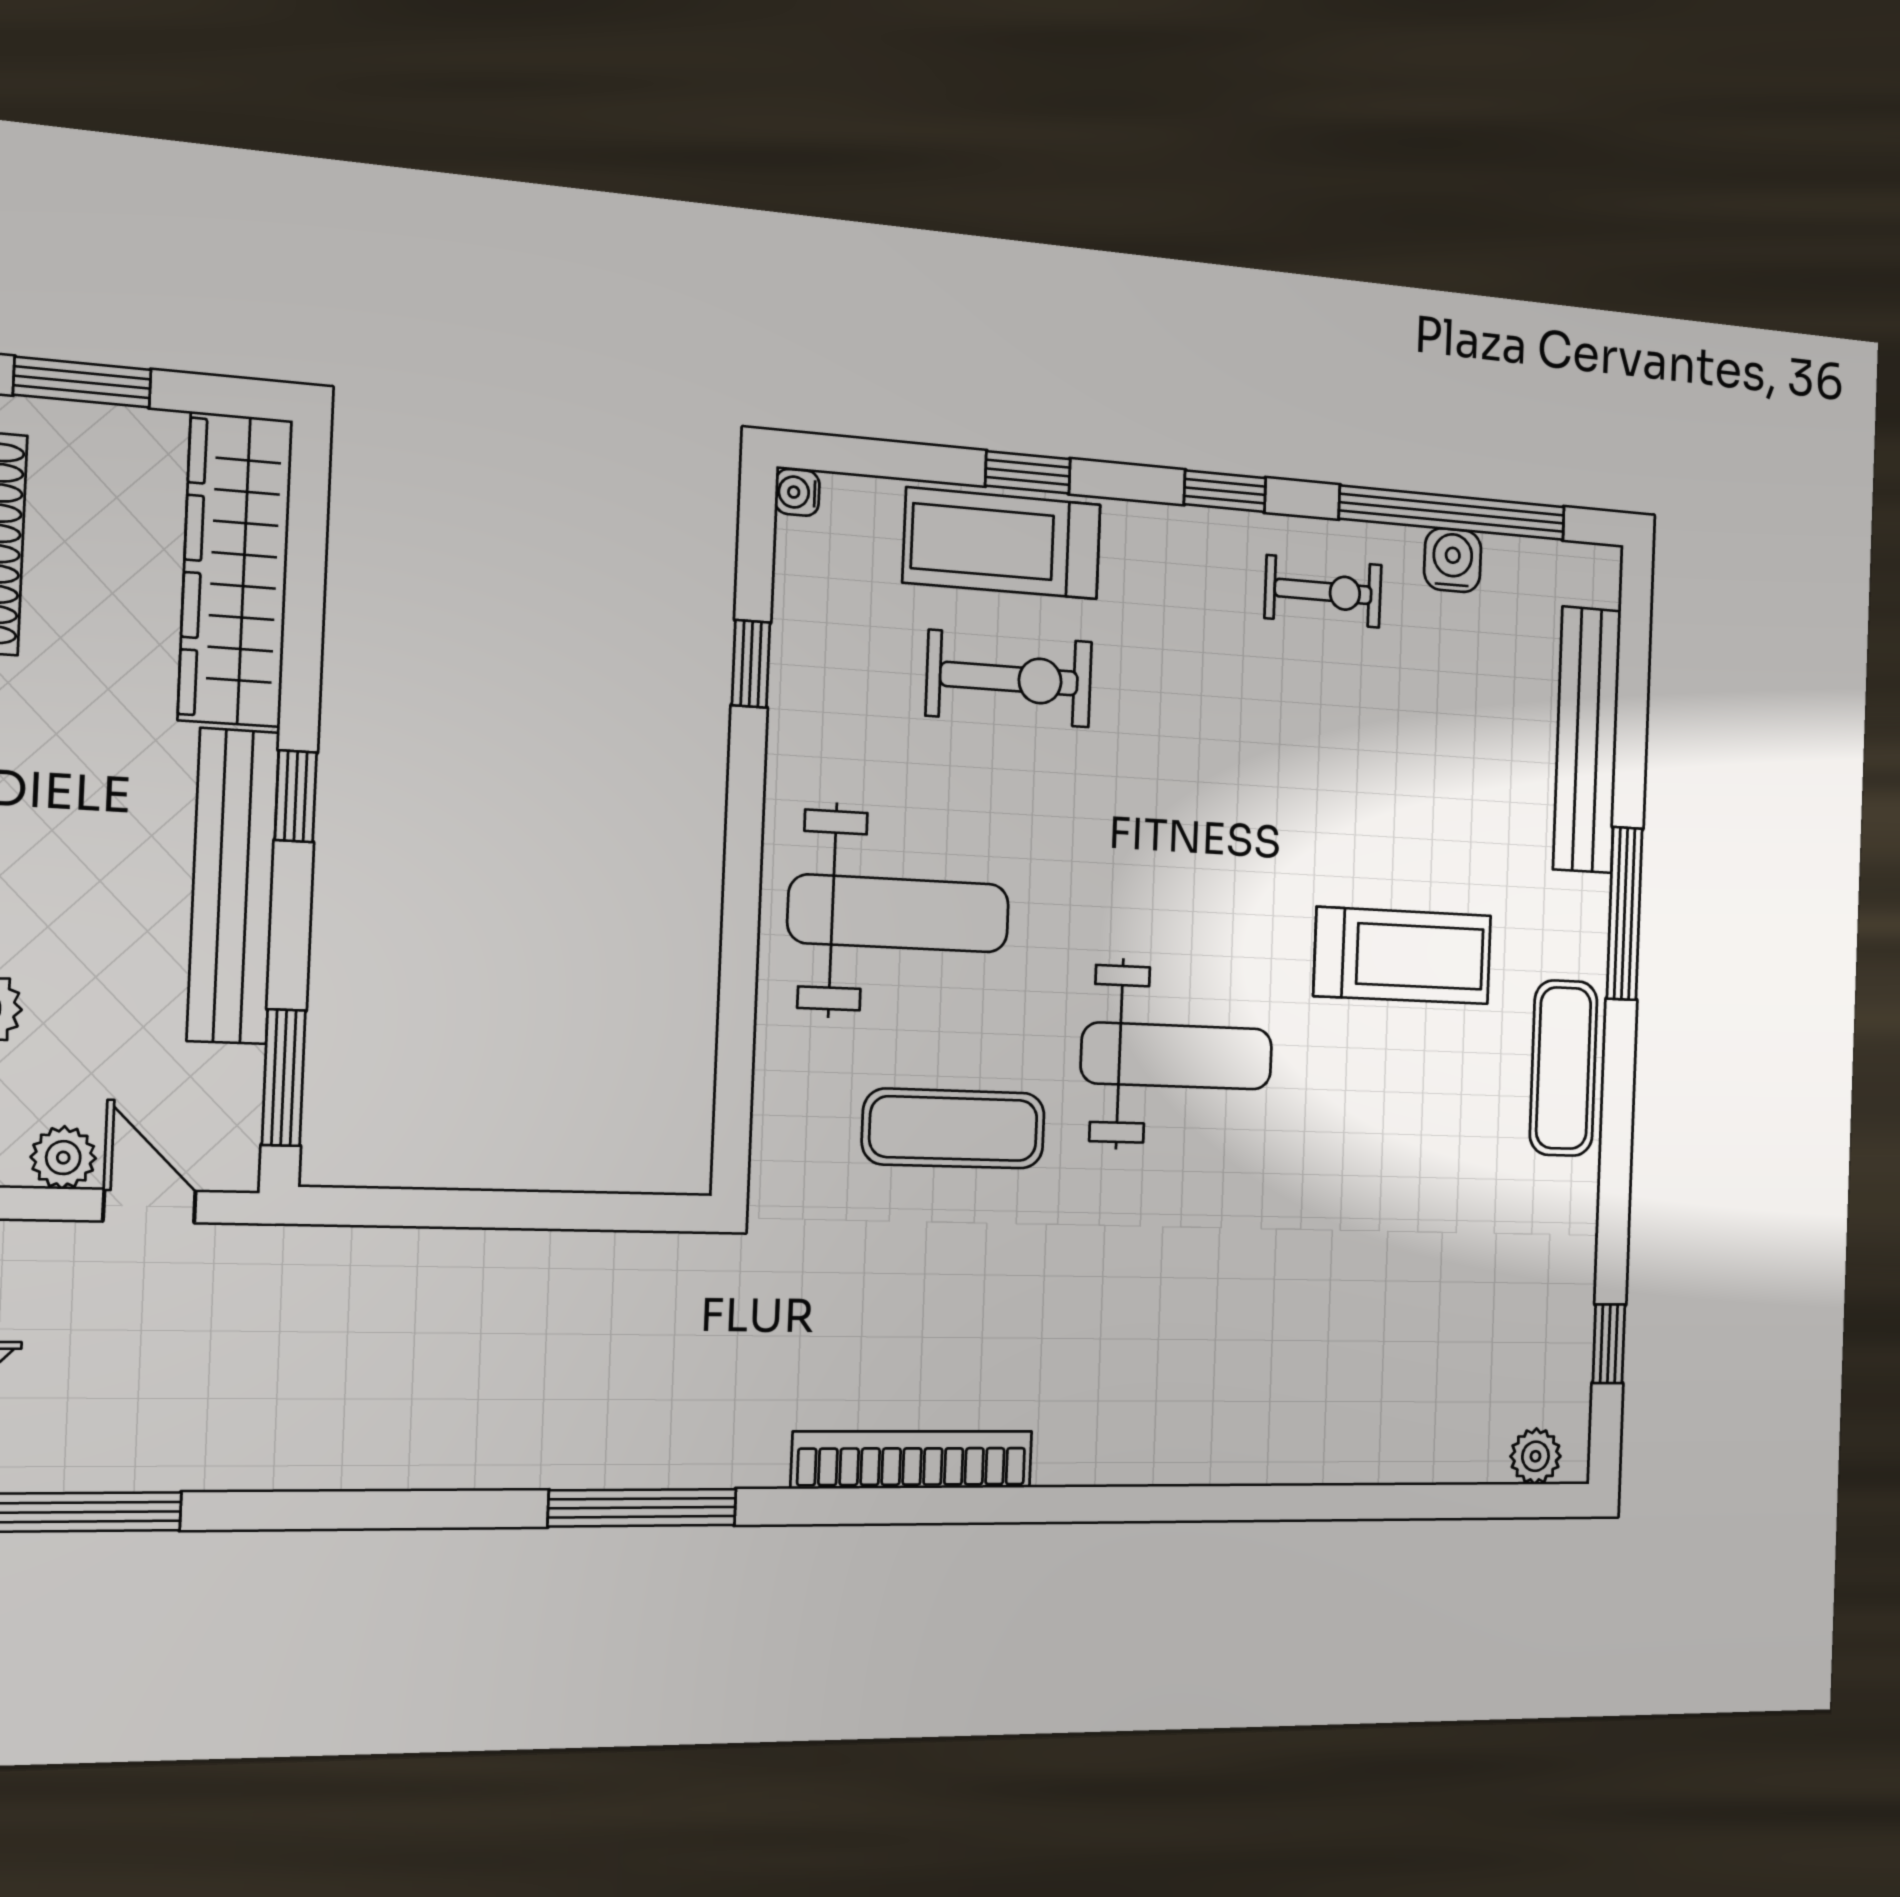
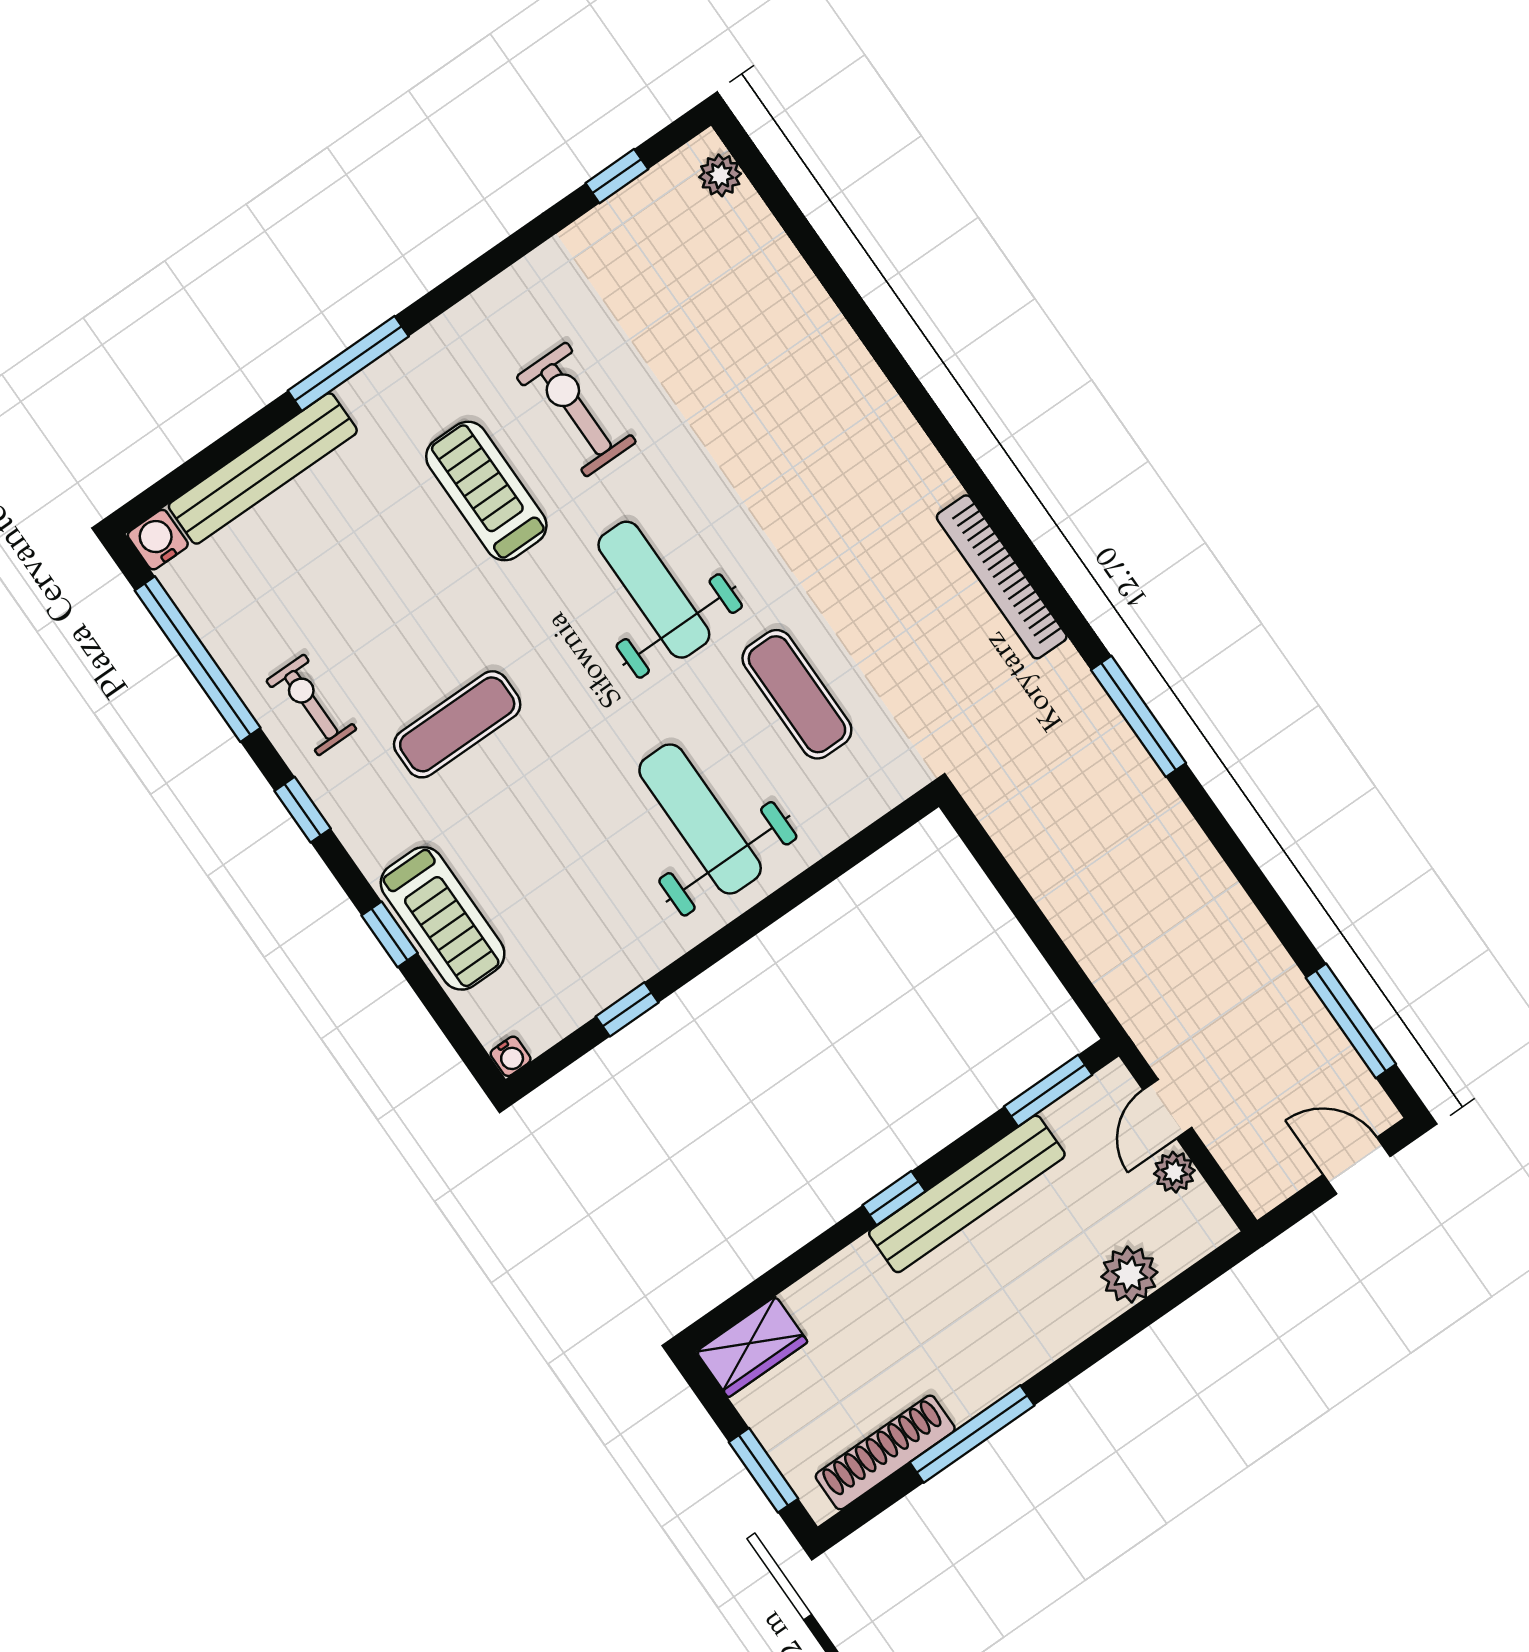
water cooler: (1453, 560) -> (158, 540), moved, turned 90
wardrobe: (236, 570) -> (752, 1347), width x0.48, depth x0.85
exercise bike: (1009, 679) -> (576, 409), moved
exercise mat: (1564, 1068) -> (457, 724), moved

